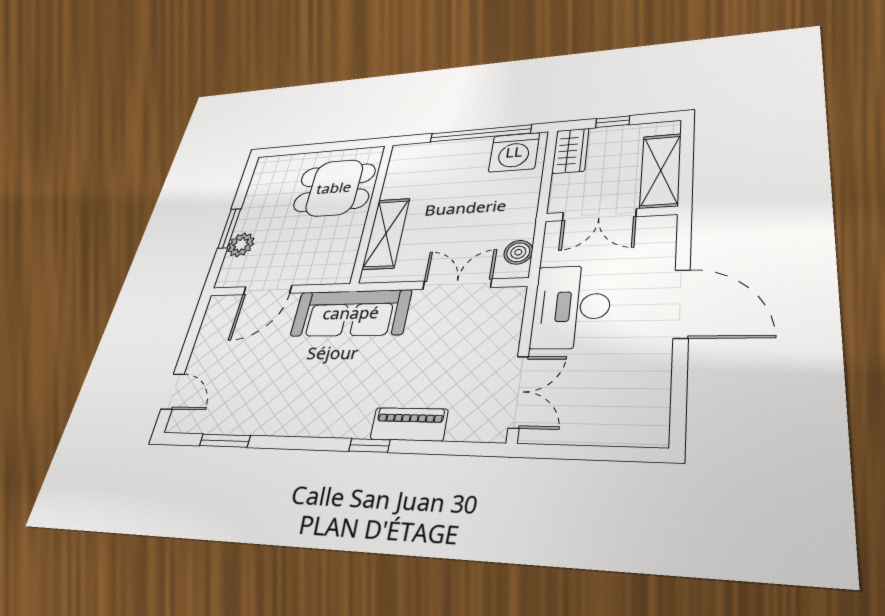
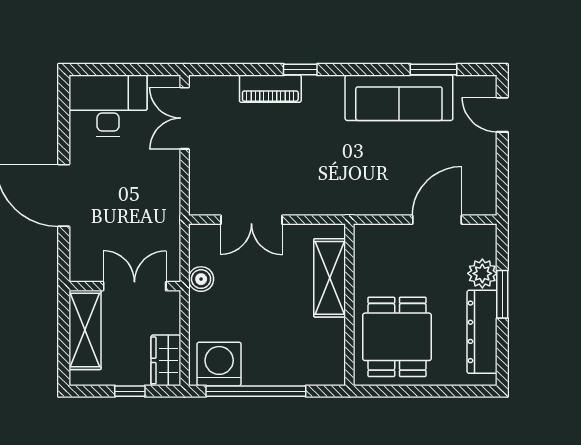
dining table: (334, 188) -> (397, 337), turned 90
dresser: (257, 197) -> (482, 332), added
boiler: (518, 252) -> (201, 279), moved
desk: (571, 307) -> (108, 106), moved, turned -90
sofa: (351, 313) -> (399, 98), moved, turned 180

